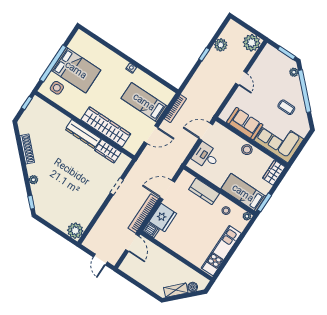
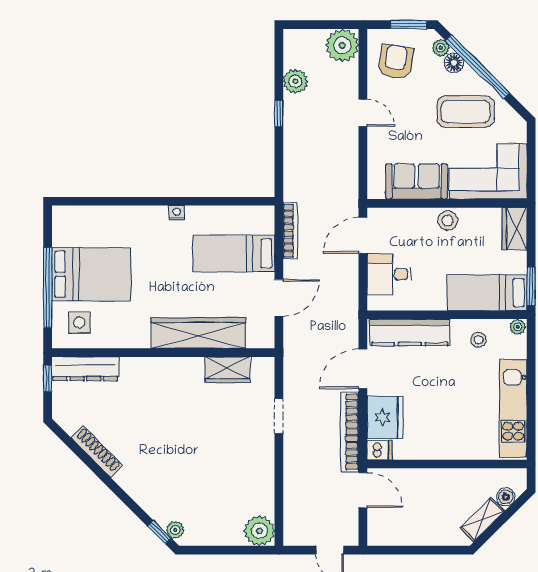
armchair: (270, 65) -> (395, 62), added
floor lamp: (295, 83) -> (454, 63), added
coffee table: (286, 107) -> (466, 112), width x1.86, depth x1.72
dresser: (83, 134) -> (85, 369), moved
plant: (33, 180) -> (175, 530), moved
kitchen counter: (204, 191) -> (410, 332), width x1.50

